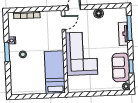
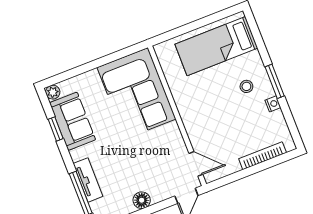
door: (64, 23) -> (196, 164), swing flipped
corner sofa: (81, 54) -> (136, 93), moved
bed: (55, 72) -> (216, 46), moved, turned 90

